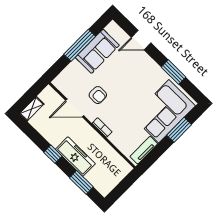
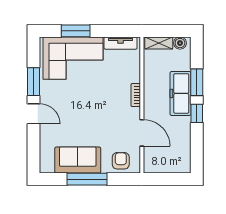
door: (141, 40) -> (34, 114), moved
armchair: (98, 95) -> (121, 161), moved
shelving: (32, 109) -> (159, 43), moved
window: (81, 182) -> (197, 82), moved
boiler: (107, 187) -> (180, 43), added

